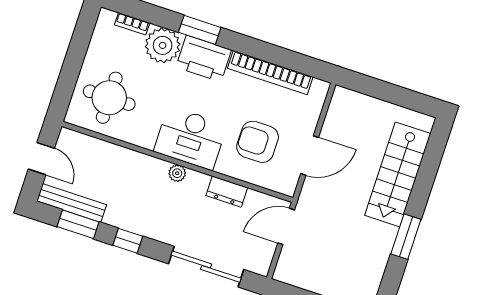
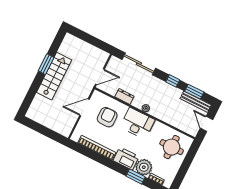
window: (200, 30) -> (136, 177), moved
armchair: (258, 142) -> (107, 117), turned -90
stairs: (398, 174) -> (54, 76), moved

